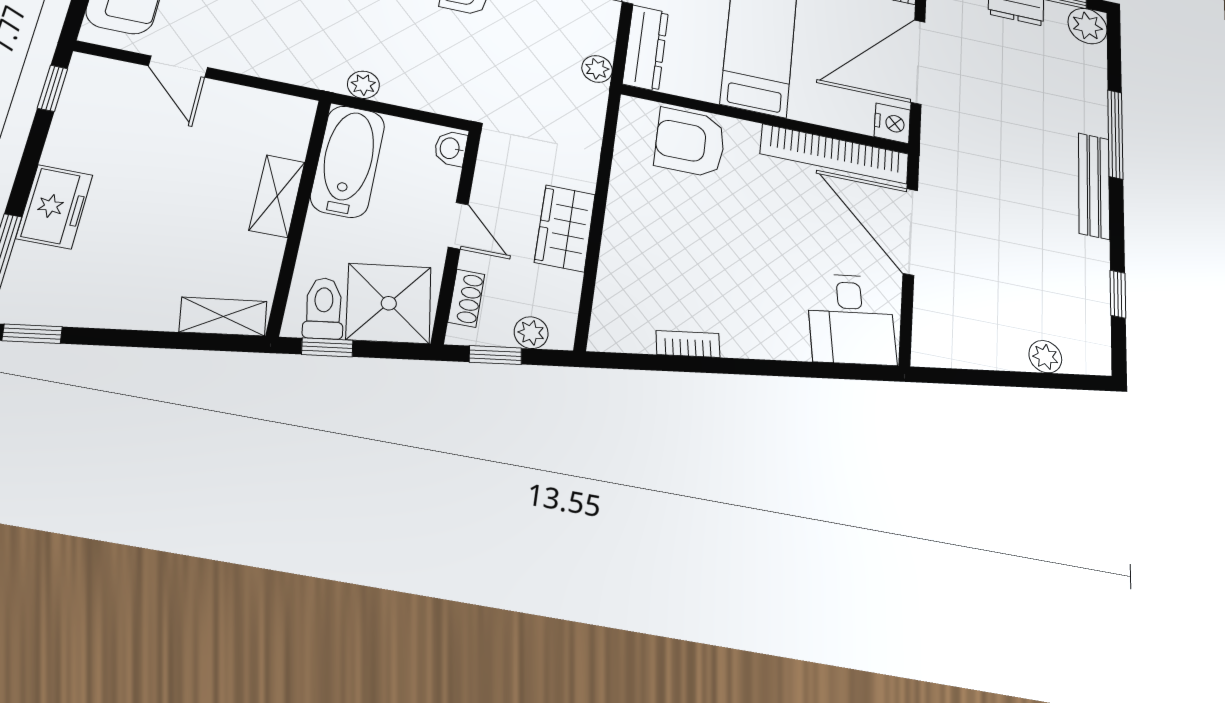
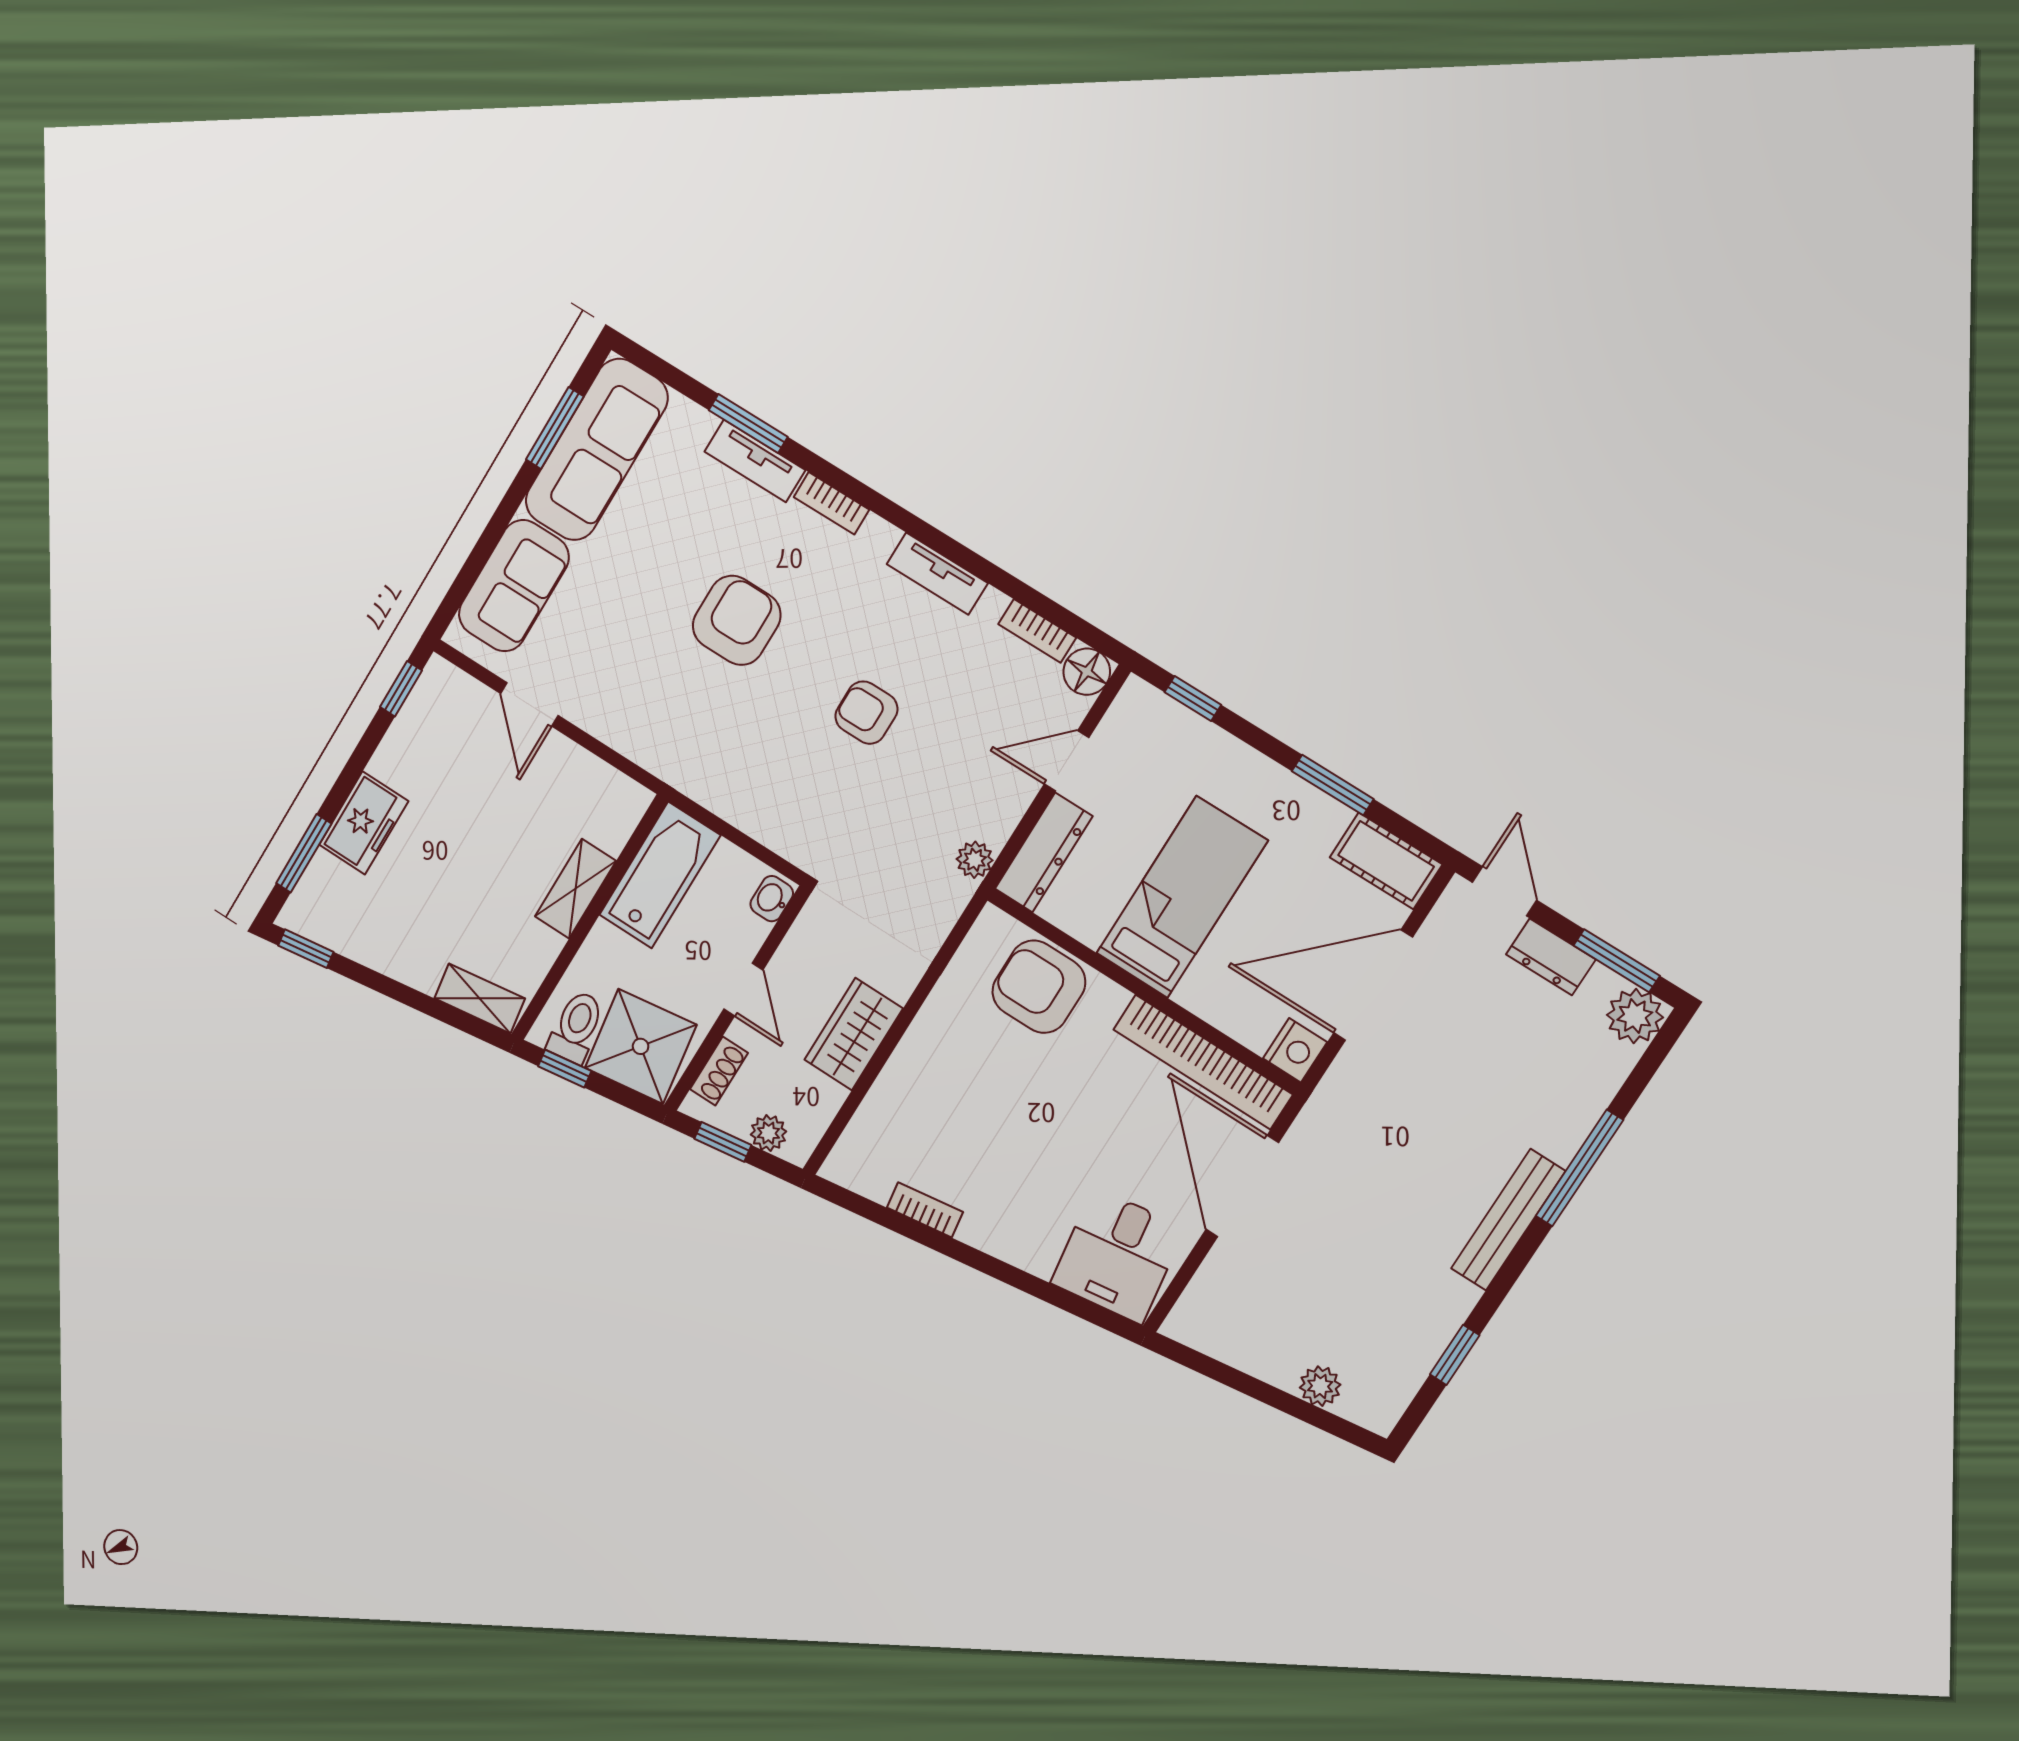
plant: (363, 85) -> (710, 791), removed

